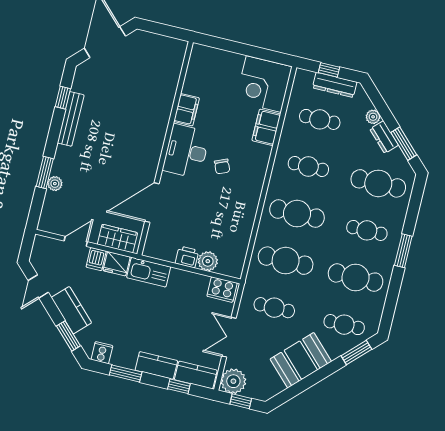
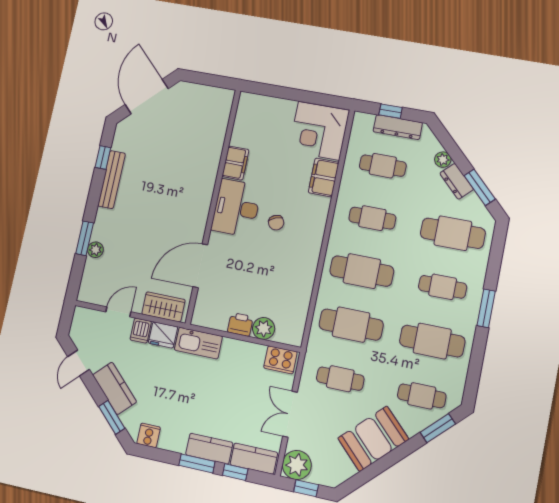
window: (126, 373) -> (197, 463), moved

